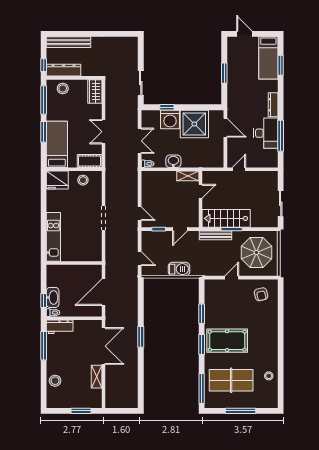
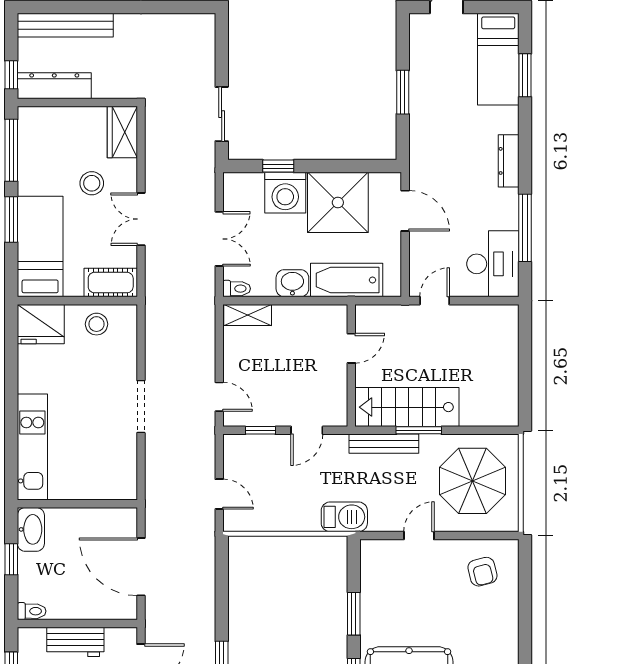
stool: (63, 88) -> (92, 183), moved
desk: (266, 133) -> (493, 264), moved
bathtub: (198, 160) -> (347, 280), added
shelving: (188, 176) -> (248, 315), moved
sliding door: (281, 204) -> (525, 375), removed
barbecue: (179, 269) -> (344, 517), moved
door: (103, 292) -> (141, 567), hinge flipped
washbasin: (53, 297) -> (31, 529), moved
window: (44, 300) -> (11, 559), moved
workbench: (60, 327) -> (75, 642), moved

